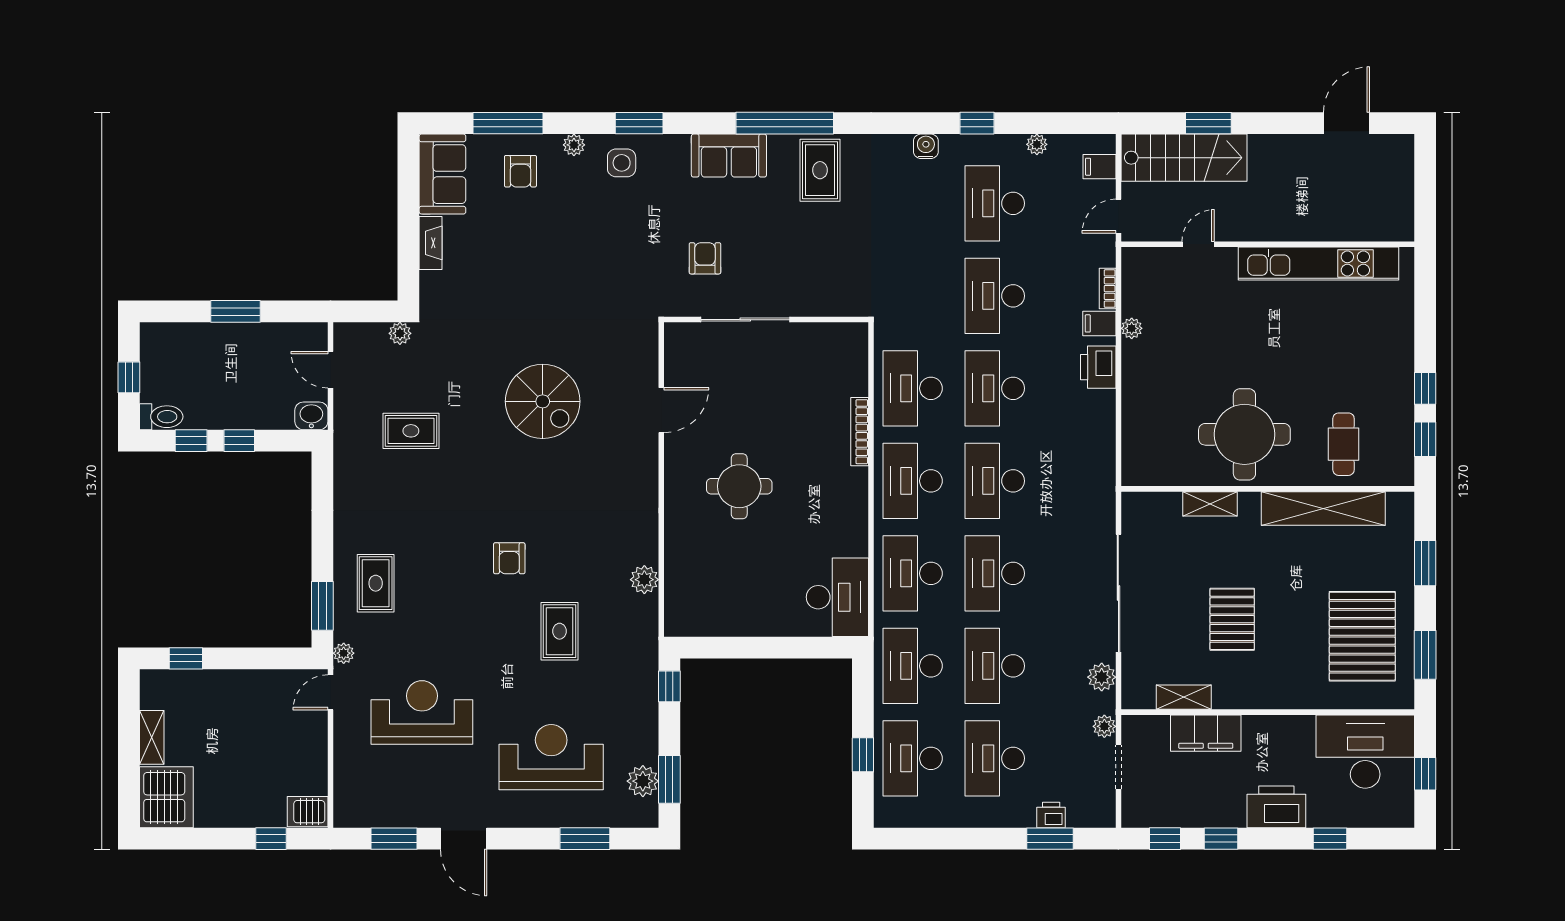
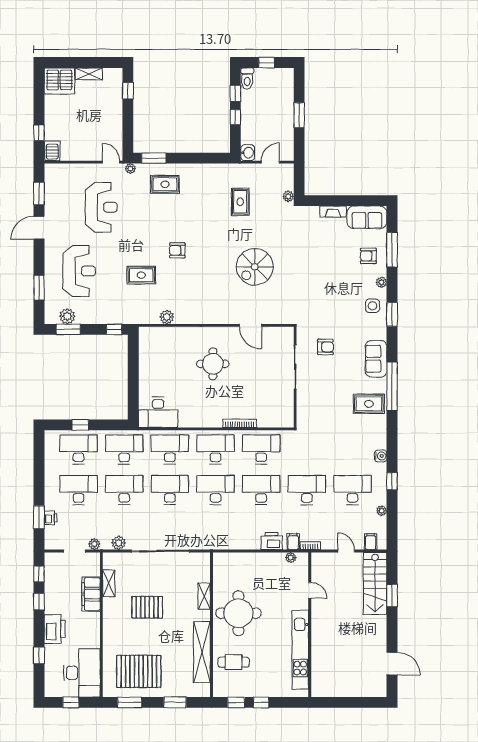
door: (1198, 244) -> (310, 590), moved
wall: (1268, 244) -> (310, 625), moved
kitchen unit: (1319, 263) -> (300, 650), moved

